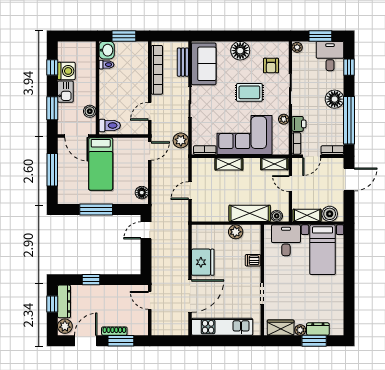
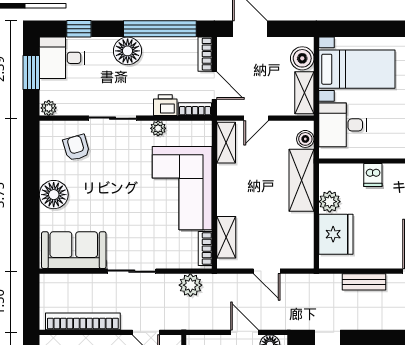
bench: (183, 62) -> (364, 282), moved
armchair: (271, 66) -> (76, 148), turned -106
rug: (249, 92) -> (117, 181), removed
door: (150, 151) -> (245, 332), moved
shelving: (229, 164) -> (226, 237), moved
fridge: (203, 262) -> (336, 234), moved, turned 90

